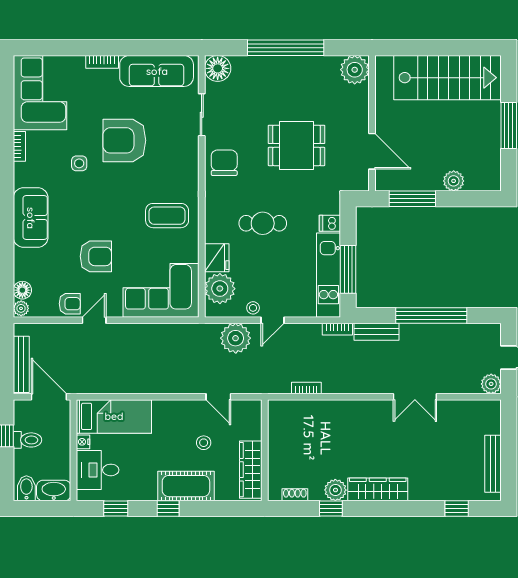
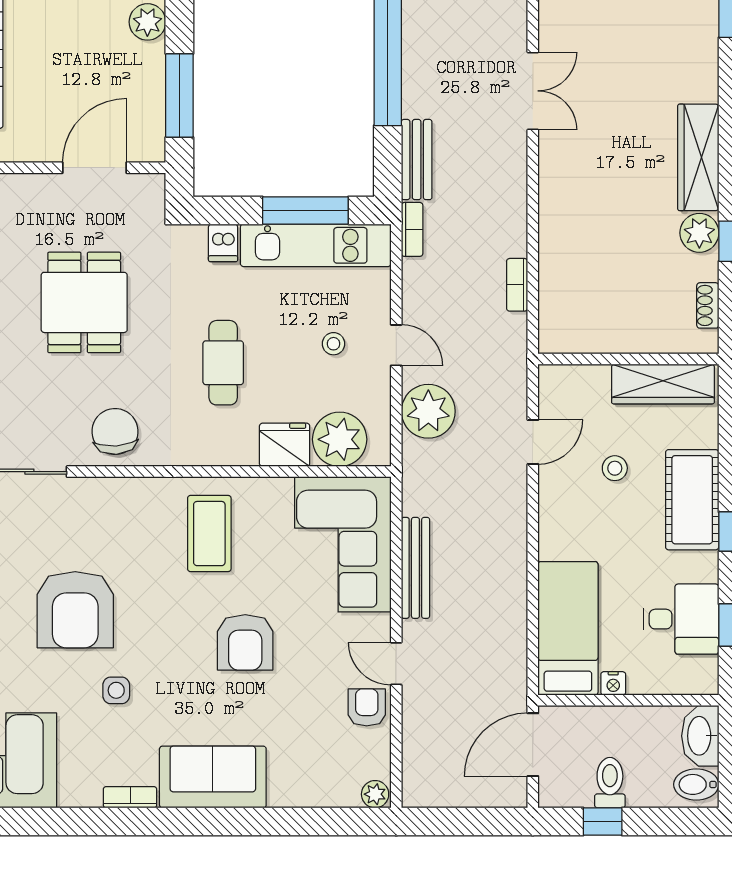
bookcase: (19, 146) -> (130, 797), moved
chair: (224, 163) -> (115, 431), turned 86
armchair: (96, 256) -> (245, 642), moved, turned 180
floor lamp: (22, 290) -> (343, 792), removed
stool: (253, 308) -> (333, 344), moved
bench: (21, 364) -> (415, 568), moved, turned 90
desk: (98, 470) -> (681, 619), moved, turned -90

